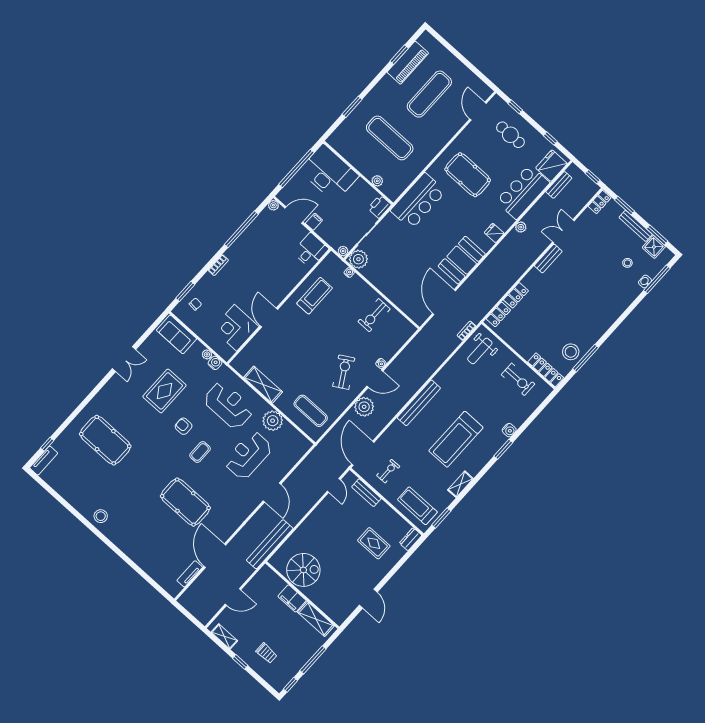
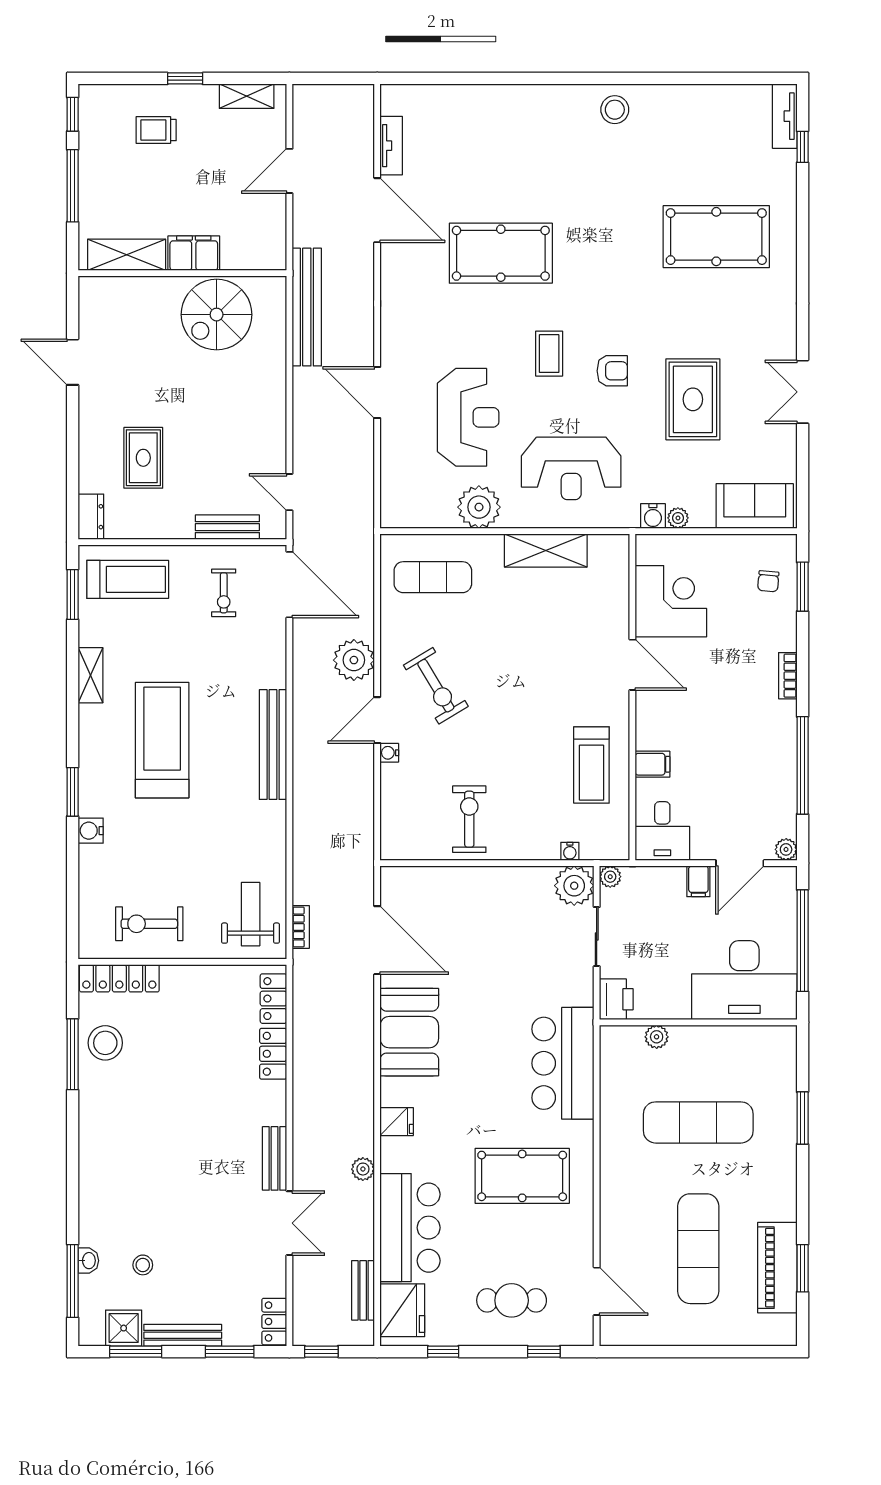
filing cabinet: (293, 277) -> (652, 764), added
rug: (374, 543) -> (143, 458), turned 90

